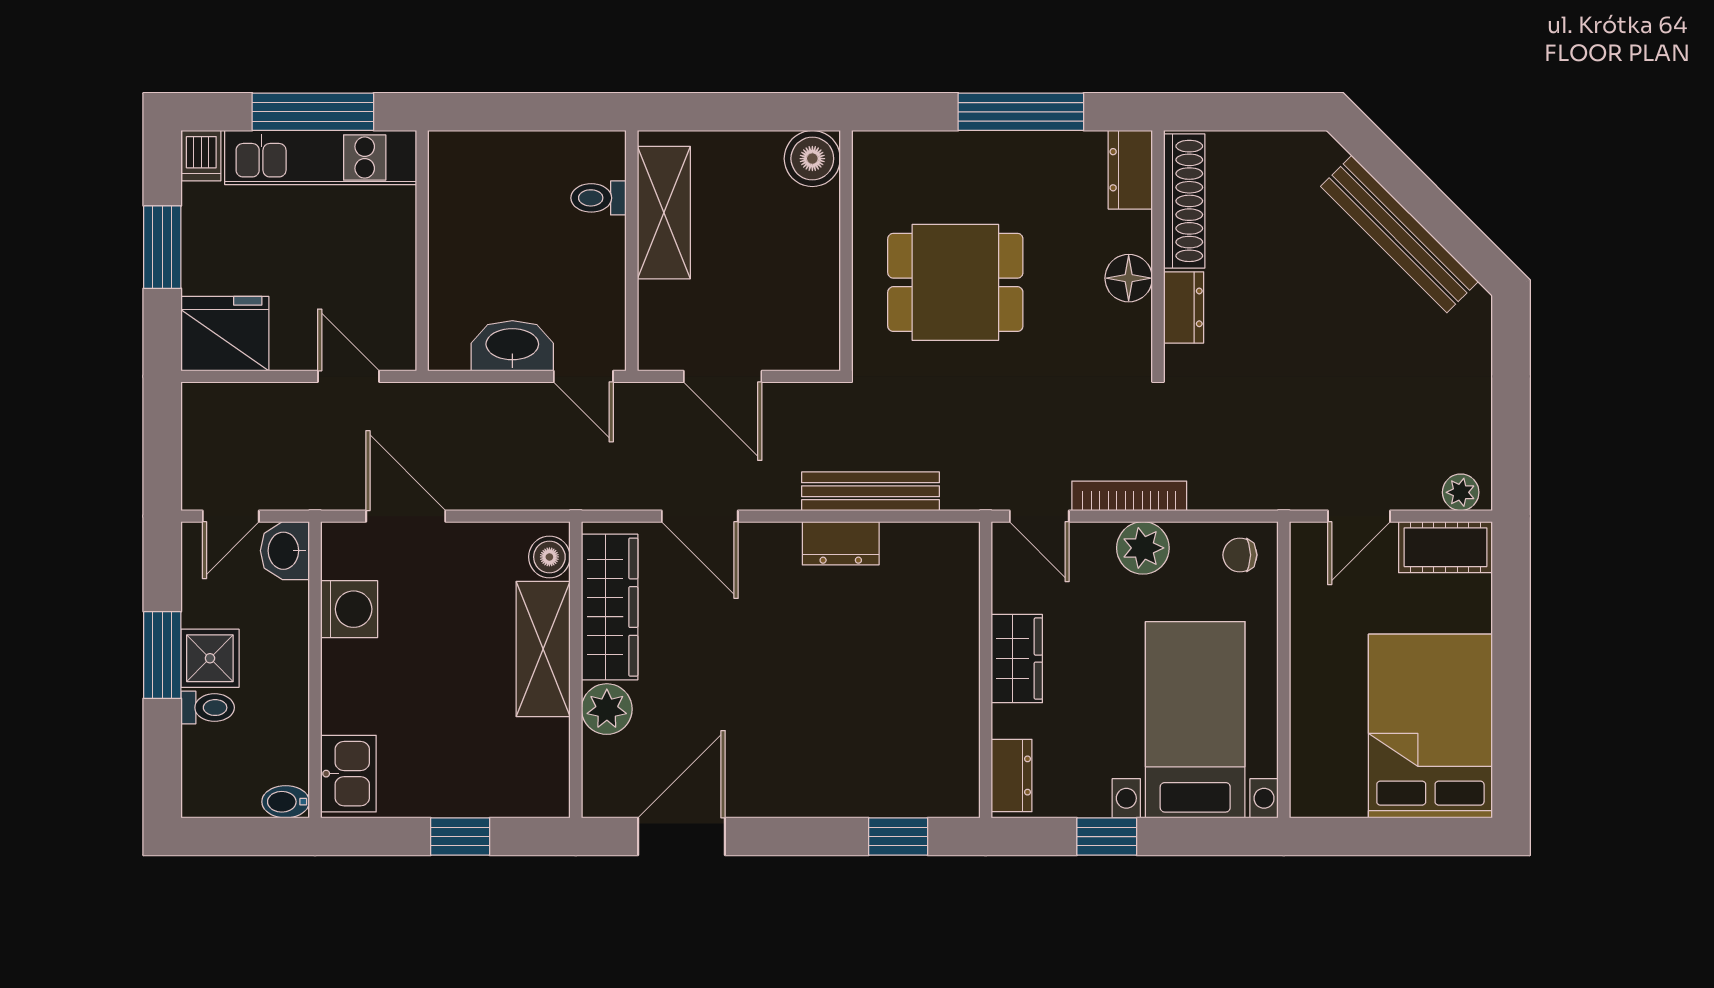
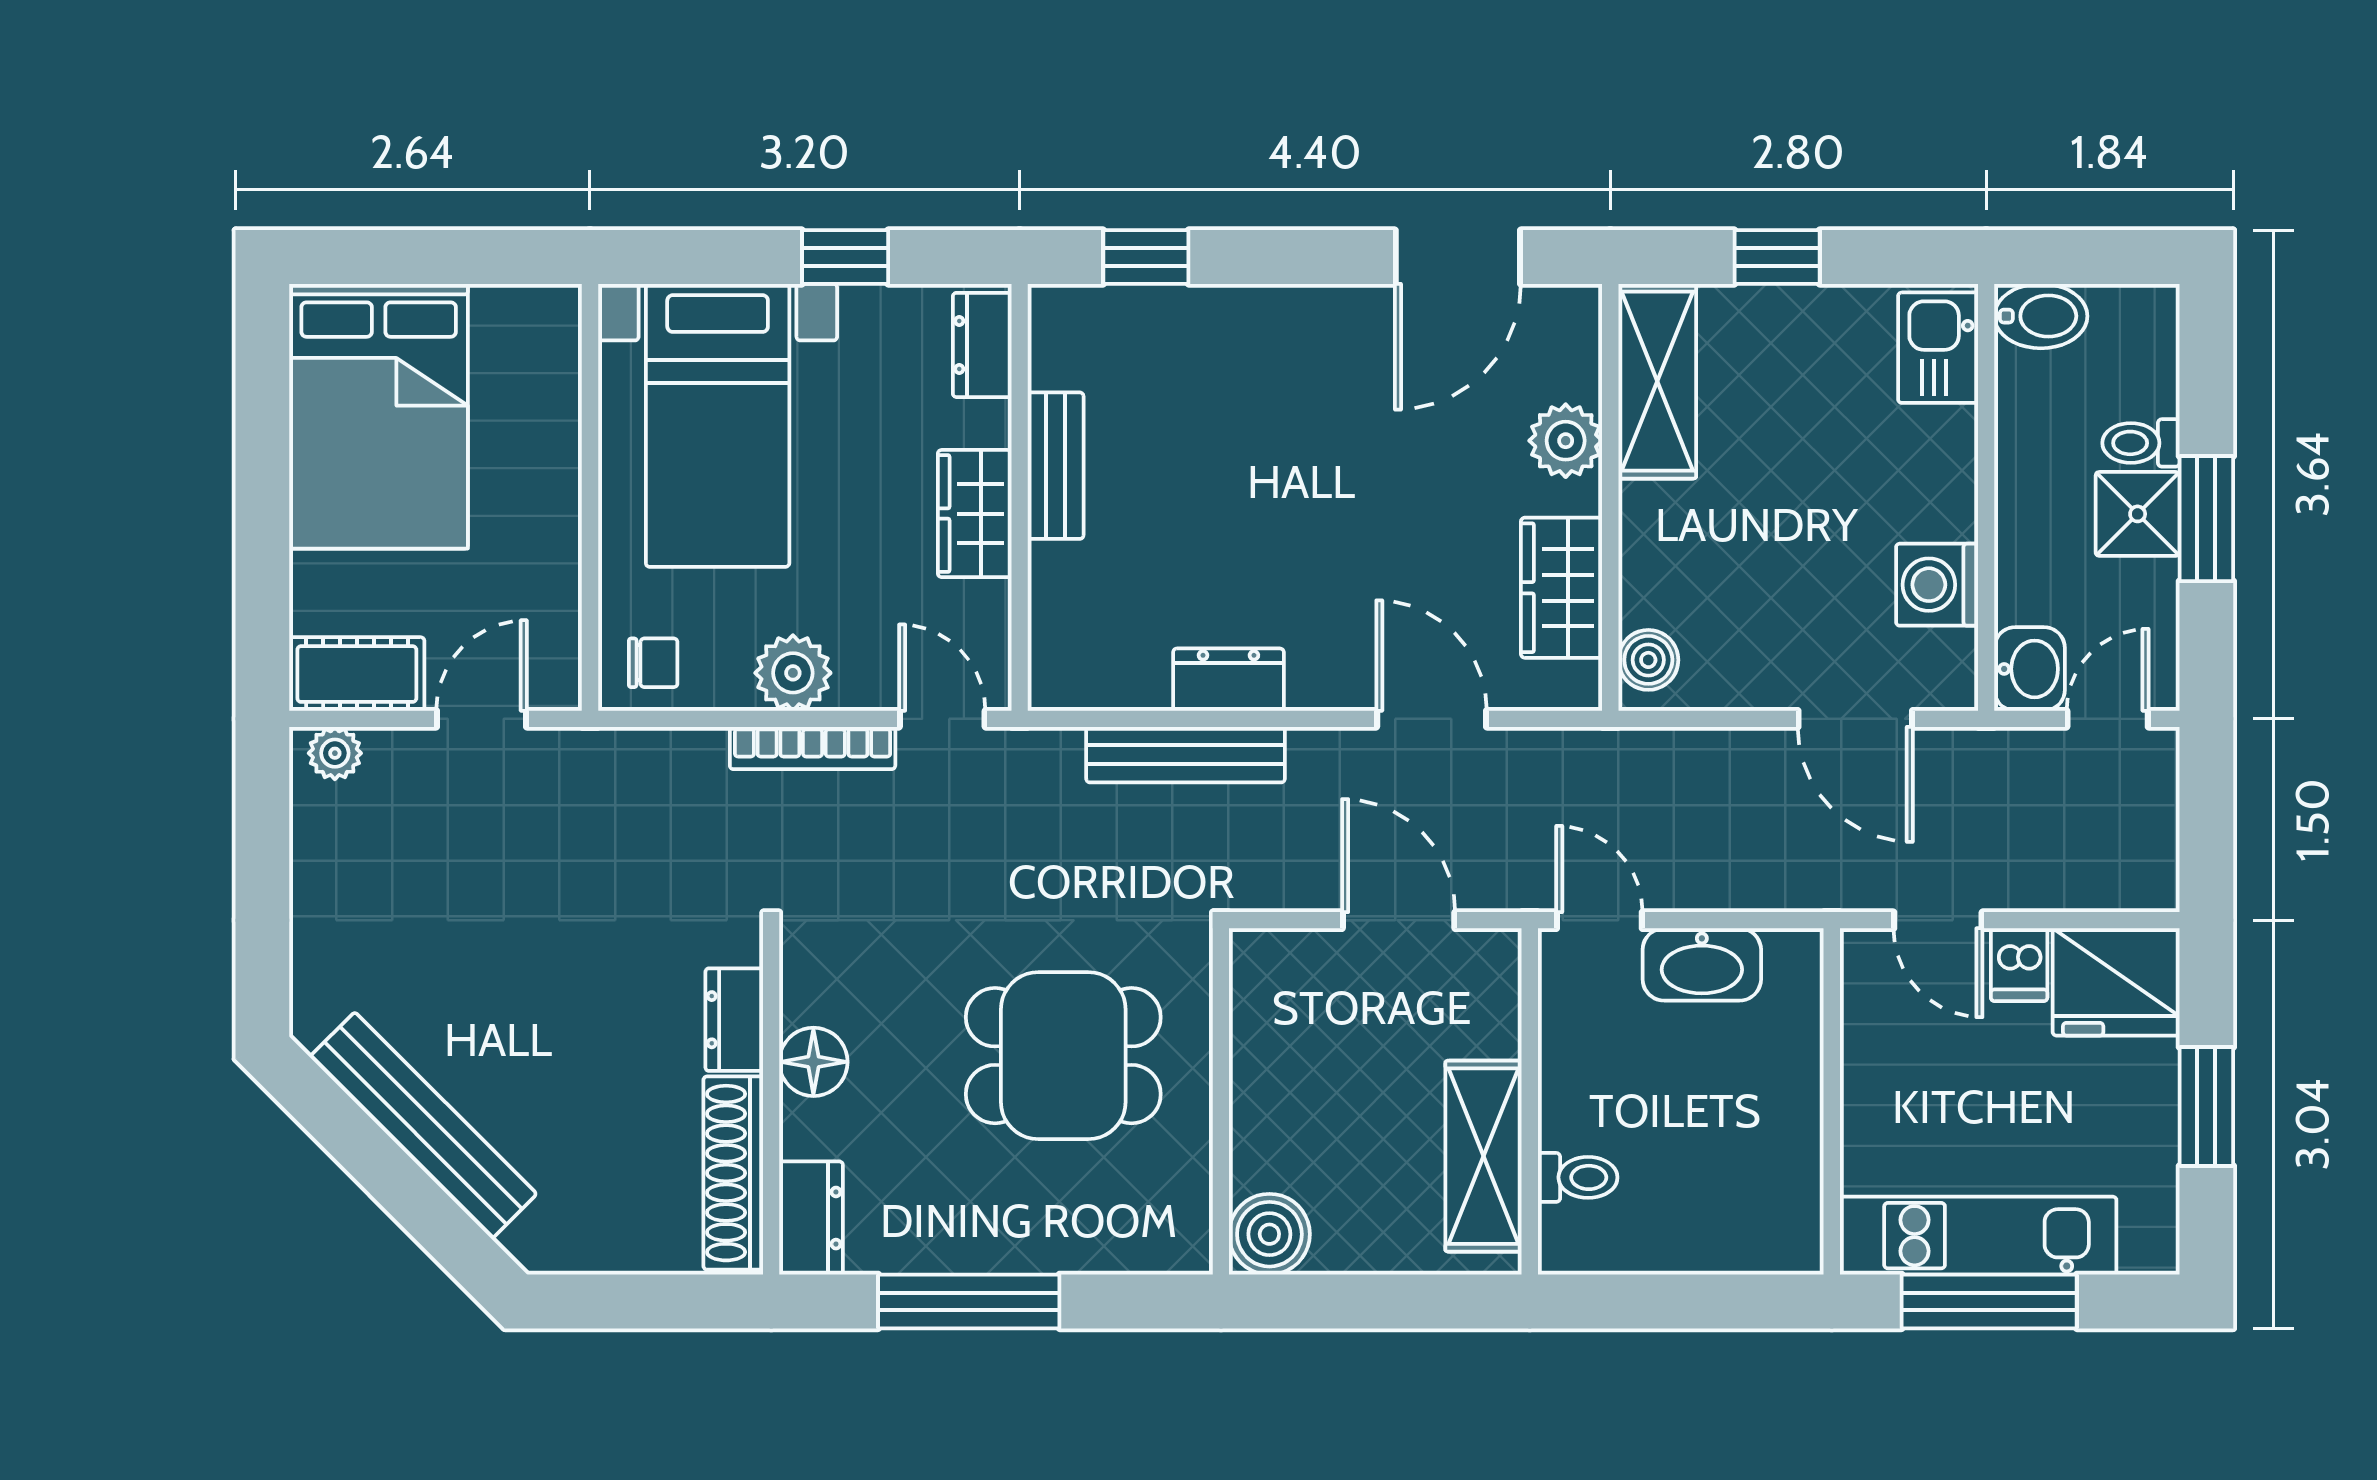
dishwasher: (201, 156) -> (2019, 965), moved, turned 180
wardrobe: (610, 607) -> (1562, 588), width x0.67
shelving: (543, 649) -> (1657, 381), moved
bench: (961, 692) -> (1056, 466), added
bidet: (286, 802) -> (2041, 316), width x1.38, depth x1.36

